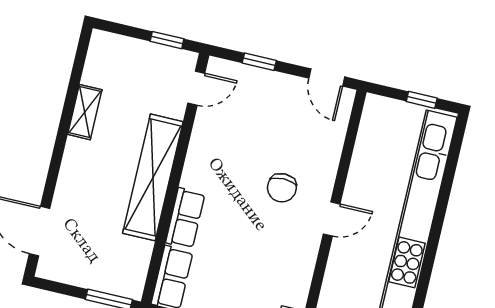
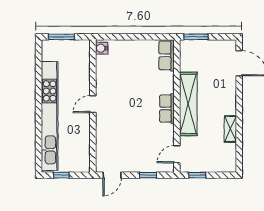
door: (327, 78) -> (112, 175), swing flipped
chair: (282, 188) -> (122, 114), removed
row of seats: (185, 218) -> (167, 109), moved

